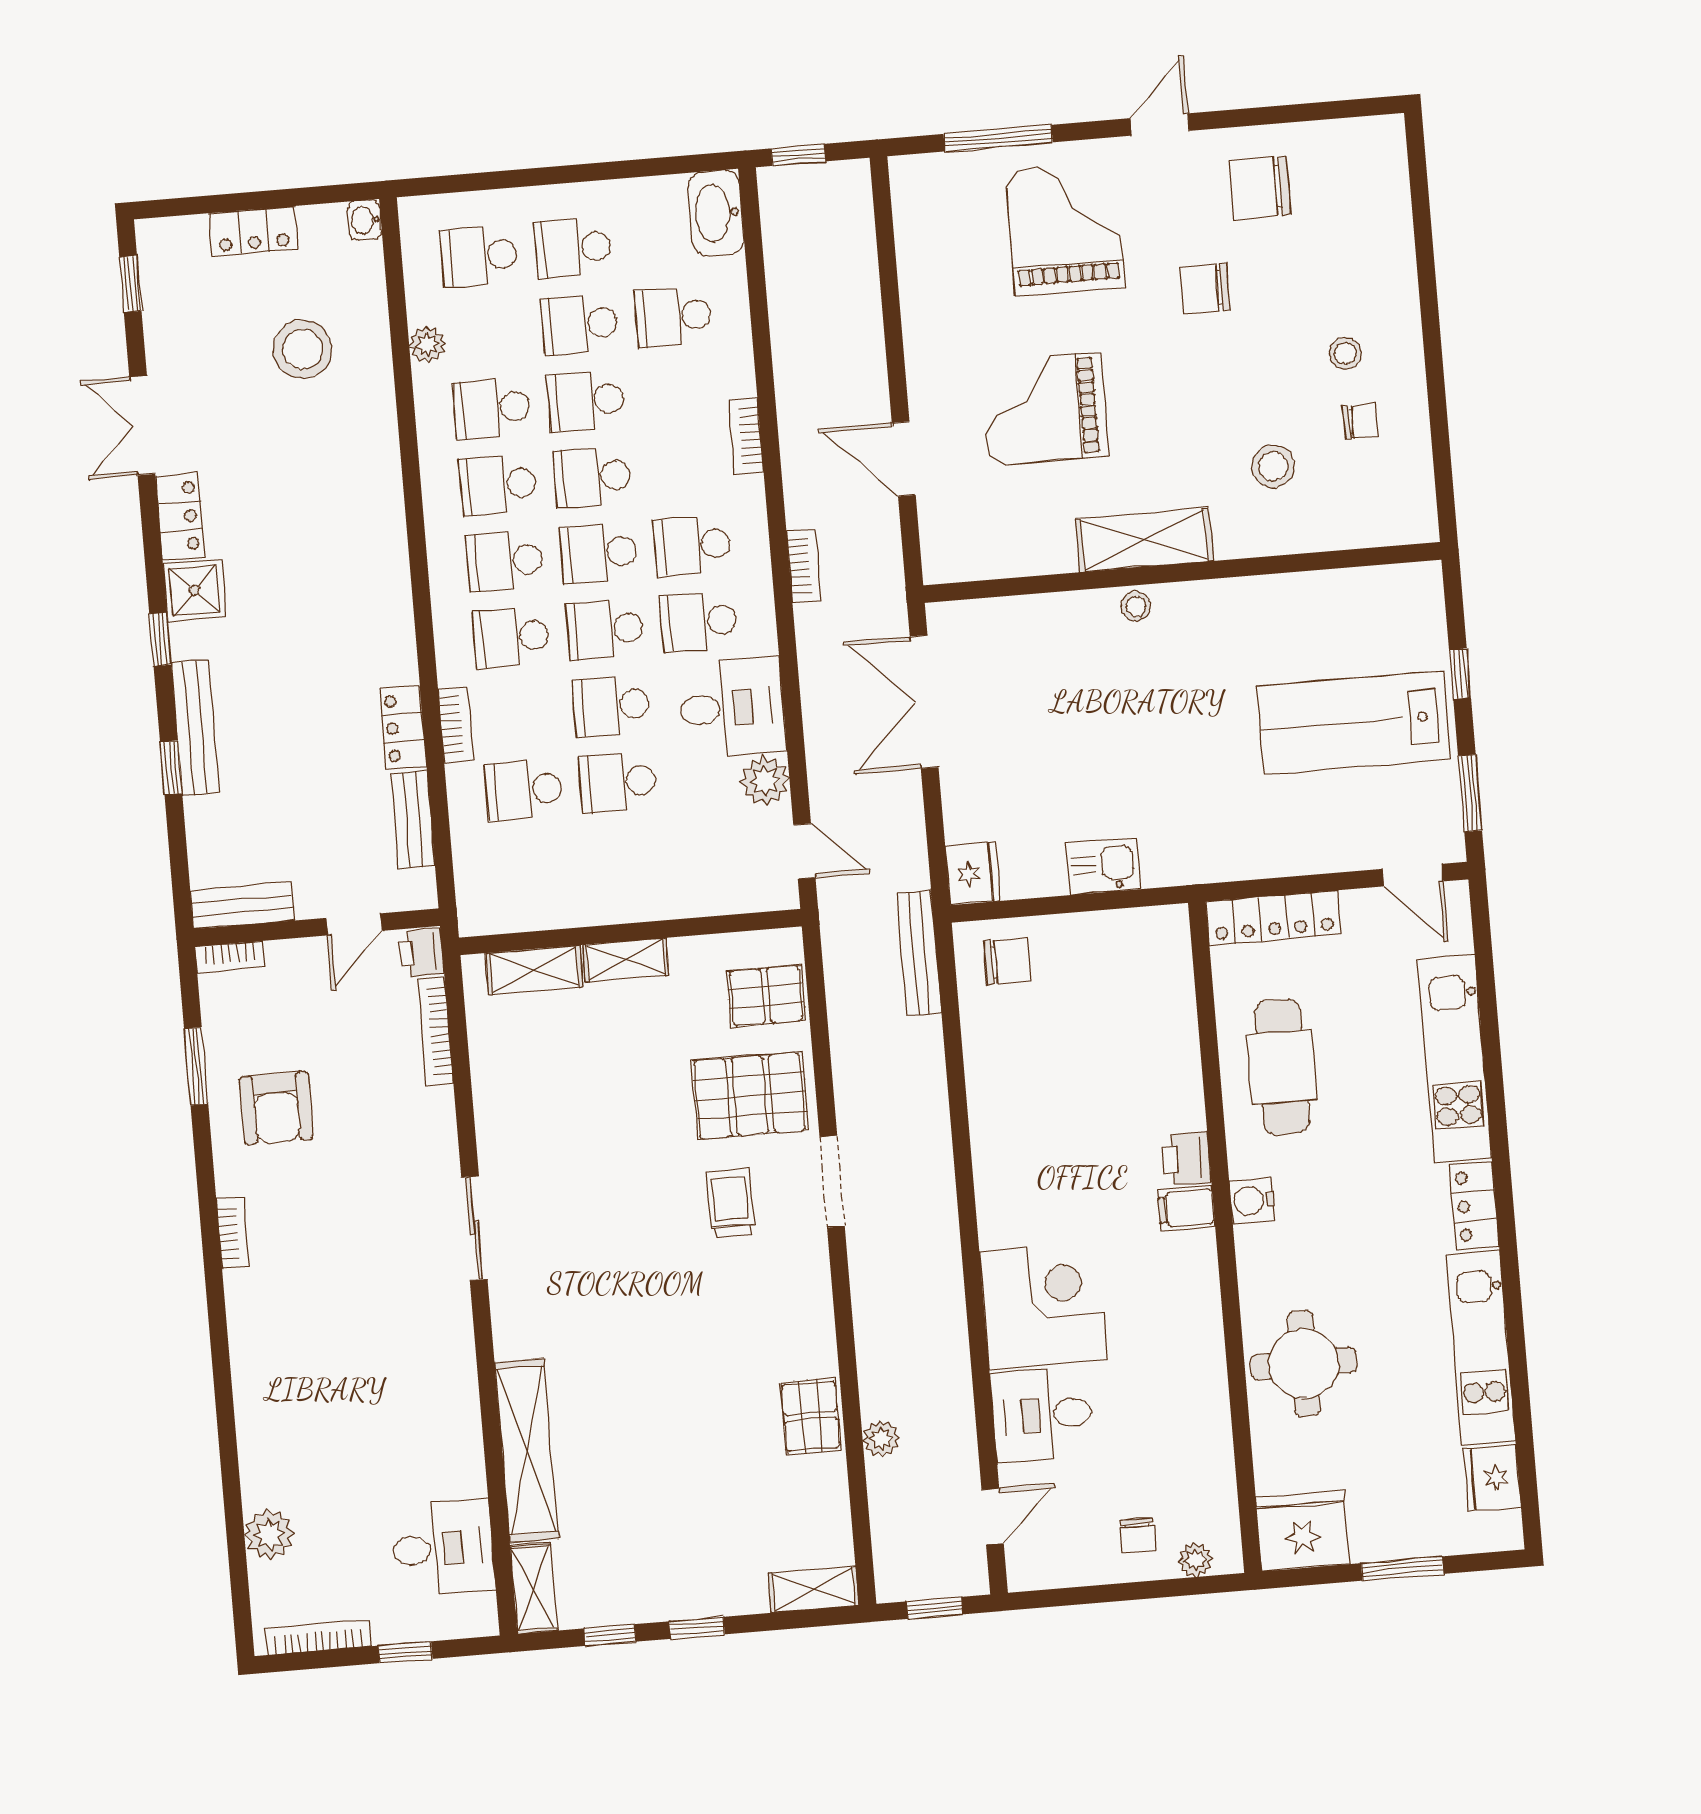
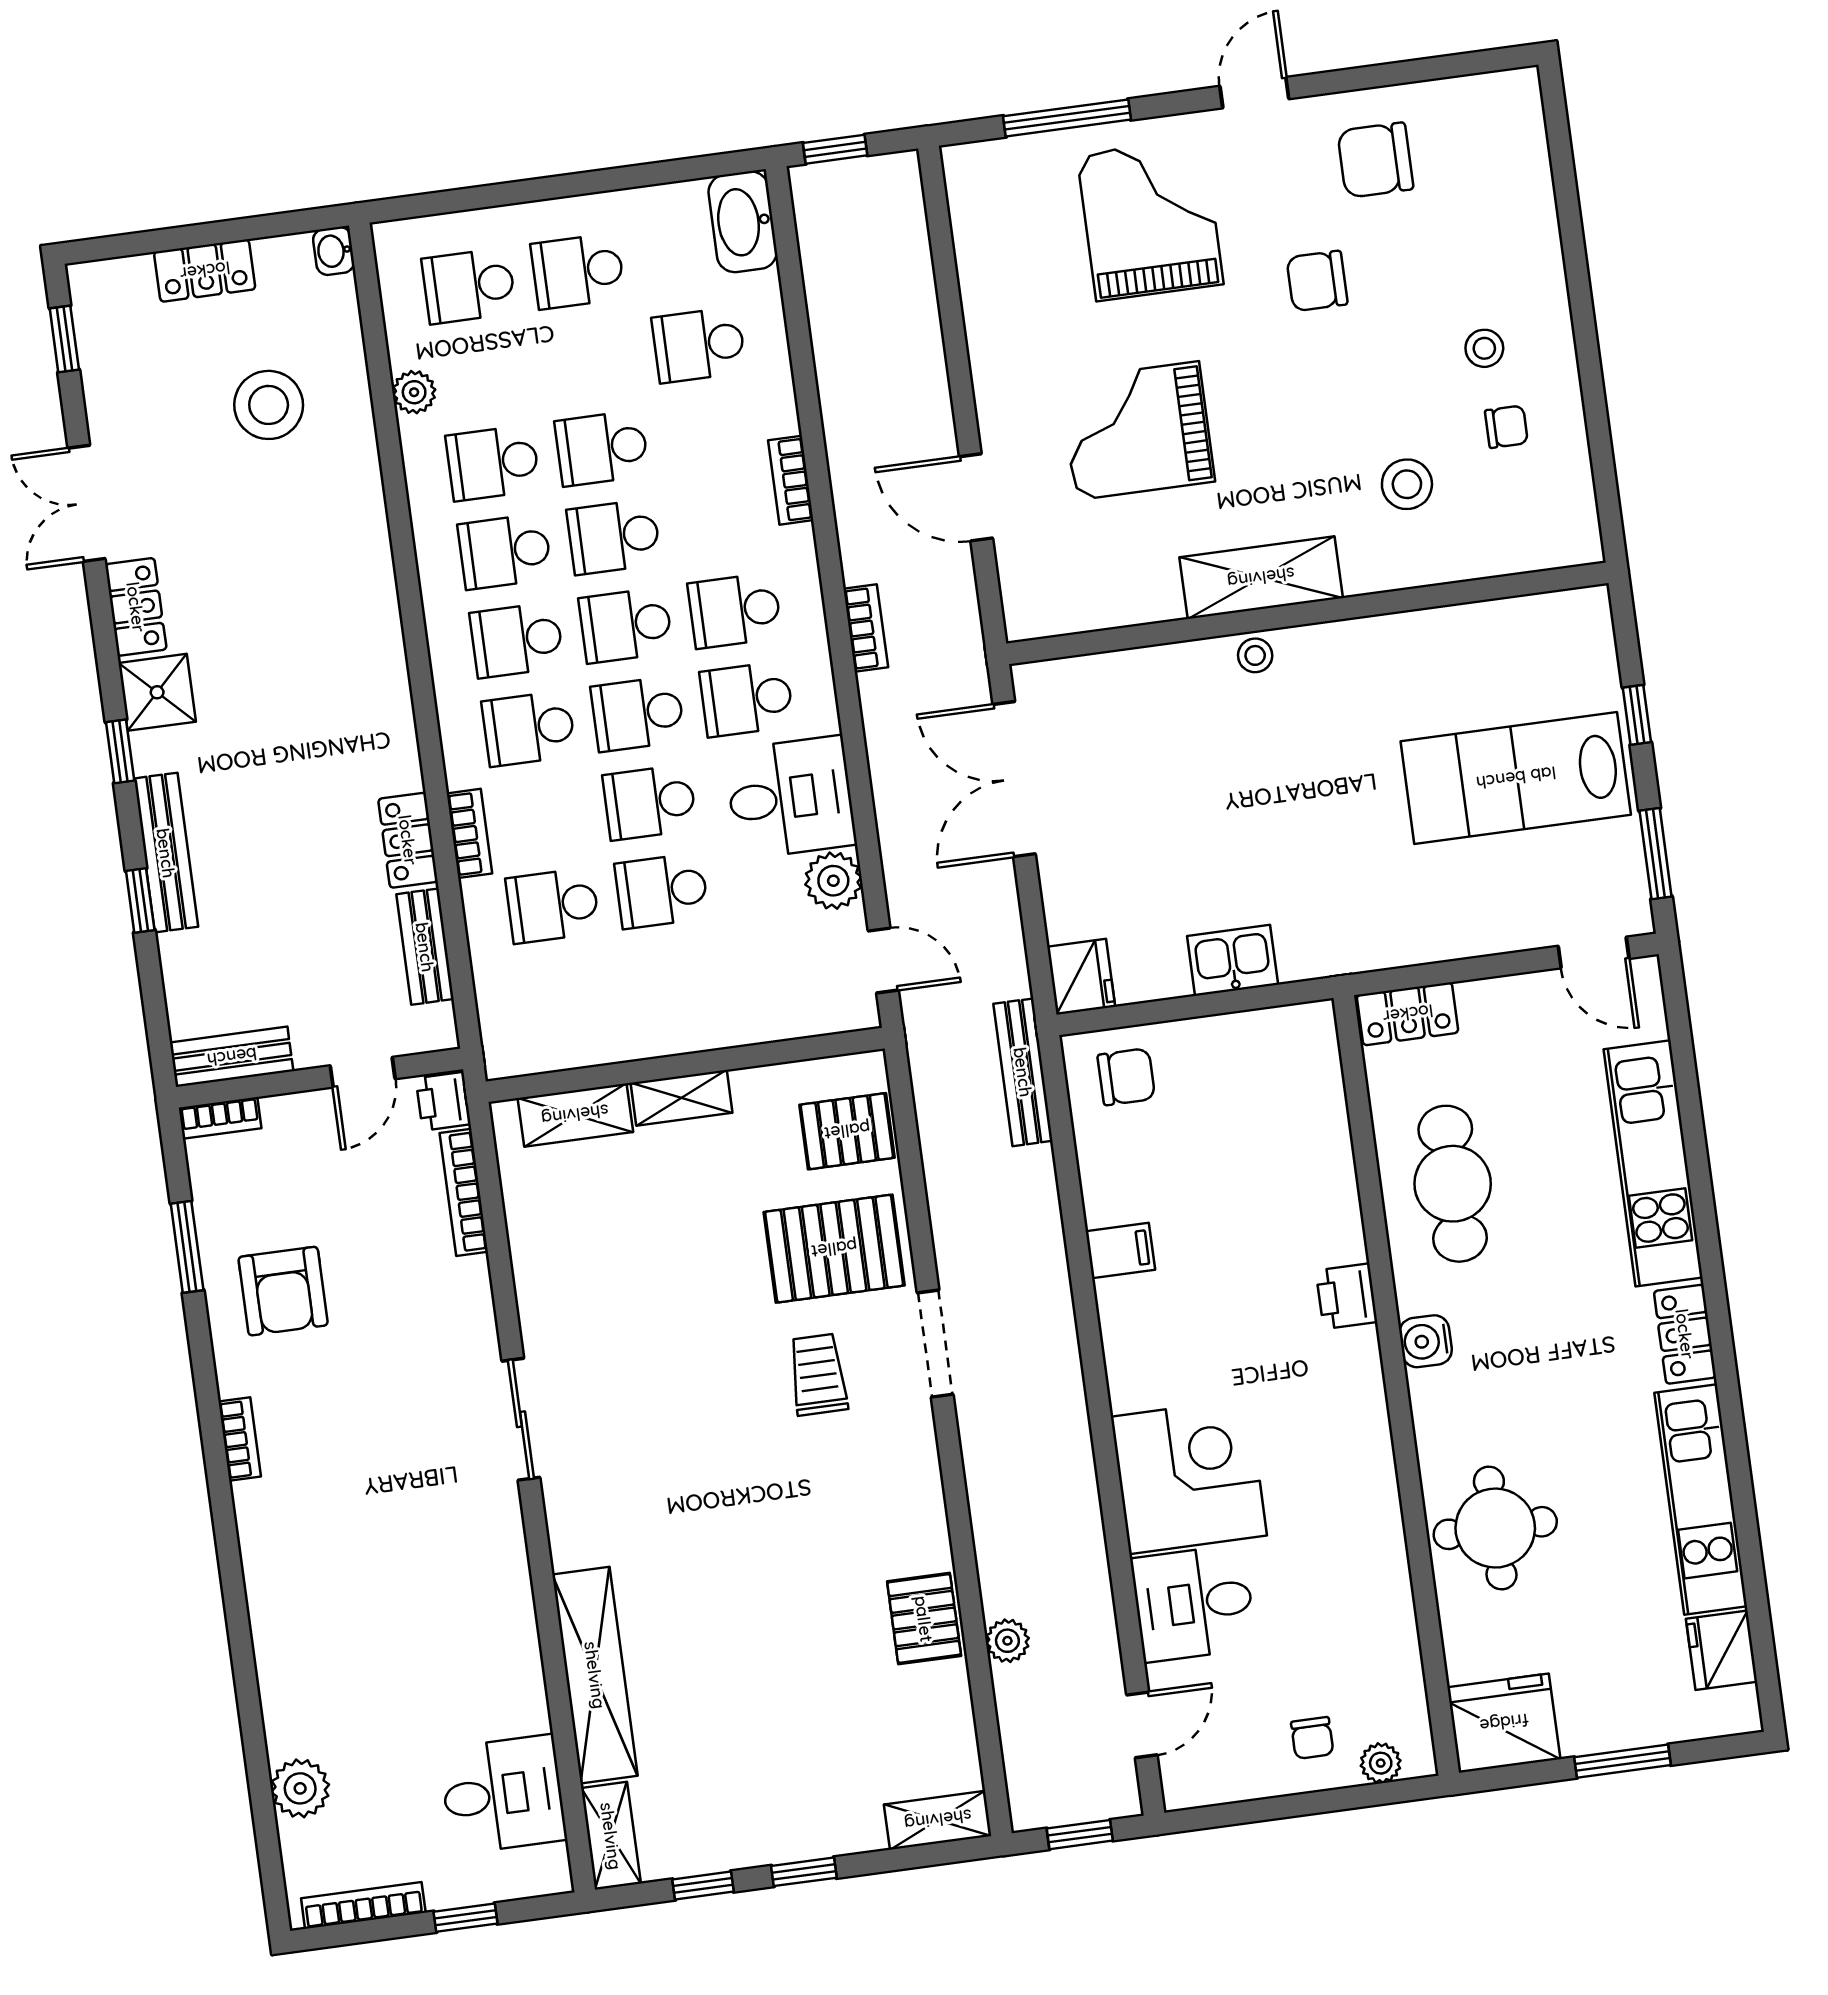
school desk: (579, 324) -> (590, 360), removed
locker: (1274, 918) -> (1408, 1014), width x0.66
filing cabinet: (1186, 1208) -> (1120, 1251), moved, turned 180

